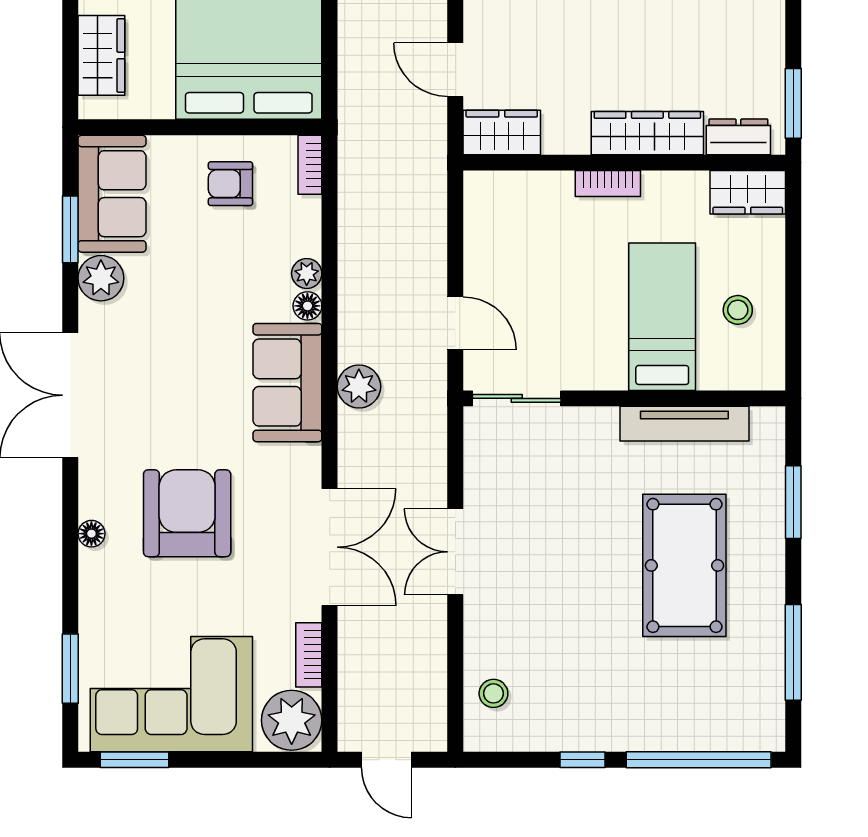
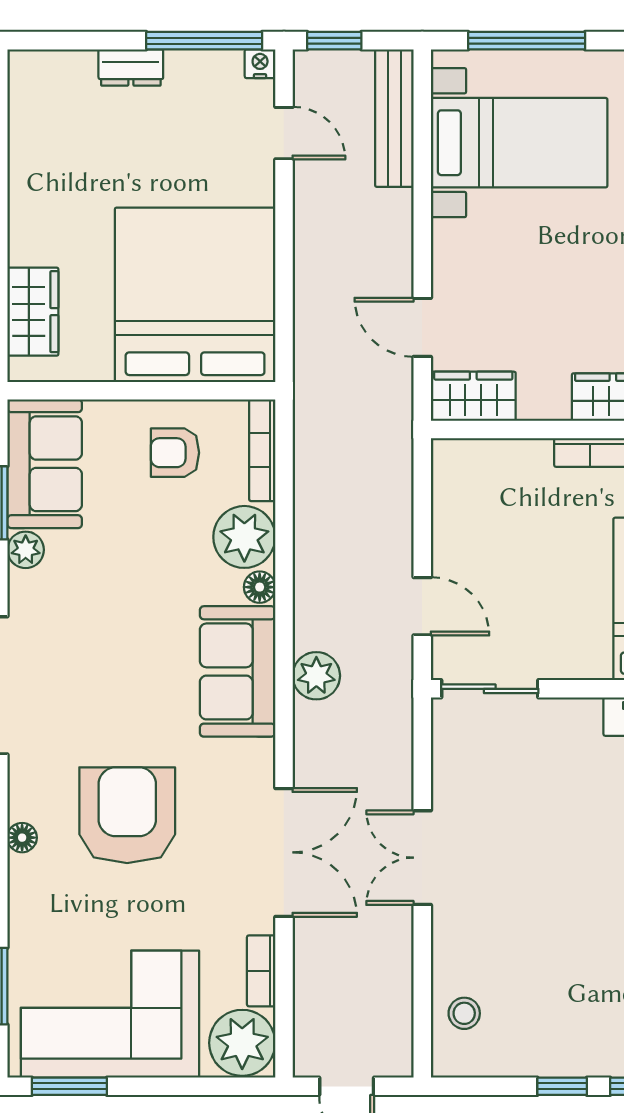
bookcase: (310, 165) -> (262, 450), width x1.56
plant: (307, 273) -> (244, 537), width x1.88, depth x1.88
plant: (101, 278) -> (26, 550), width x0.73, depth x0.73

